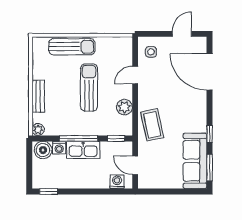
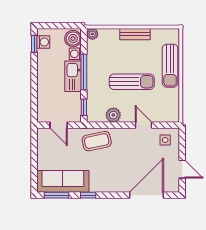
bench: (38, 96) -> (135, 34), moved
door: (135, 165) -> (59, 125), swing flipped
washing machine: (117, 182) -> (43, 42), moved

